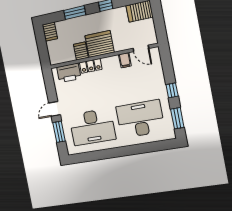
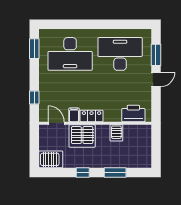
server rack: (50, 32) -> (145, 159), removed
server rack: (100, 44) -> (82, 136), moved
locker: (91, 66) -> (92, 116), moved
window: (172, 90) -> (34, 97), moved

